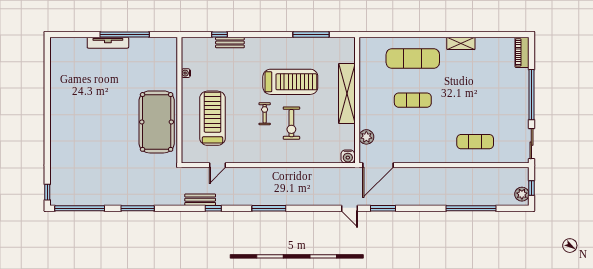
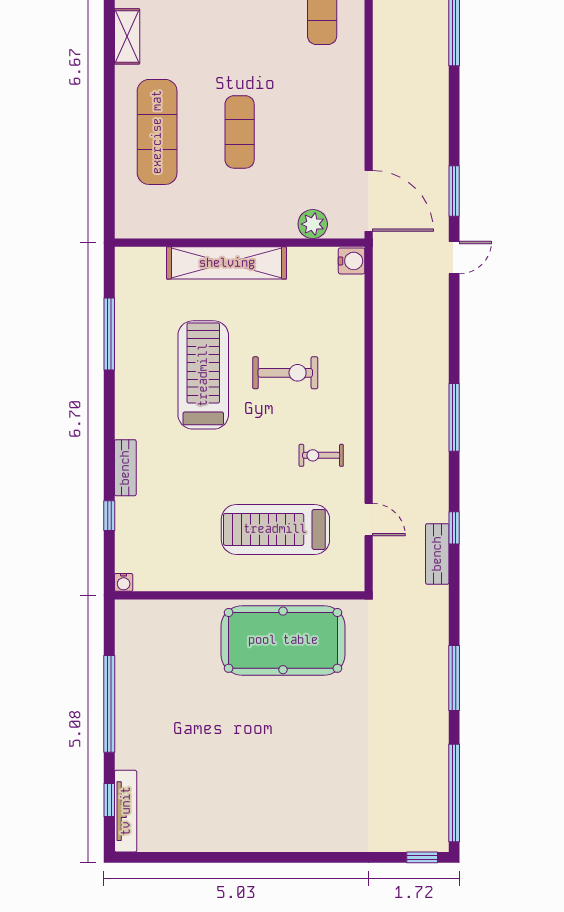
window: (76, 34) -> (109, 800), added
tv unit: (108, 43) -> (126, 811), moved
bench: (230, 43) -> (125, 468), moved
water cooler: (186, 73) -> (124, 582), moved
exercise bike: (265, 114) -> (321, 455), moved

